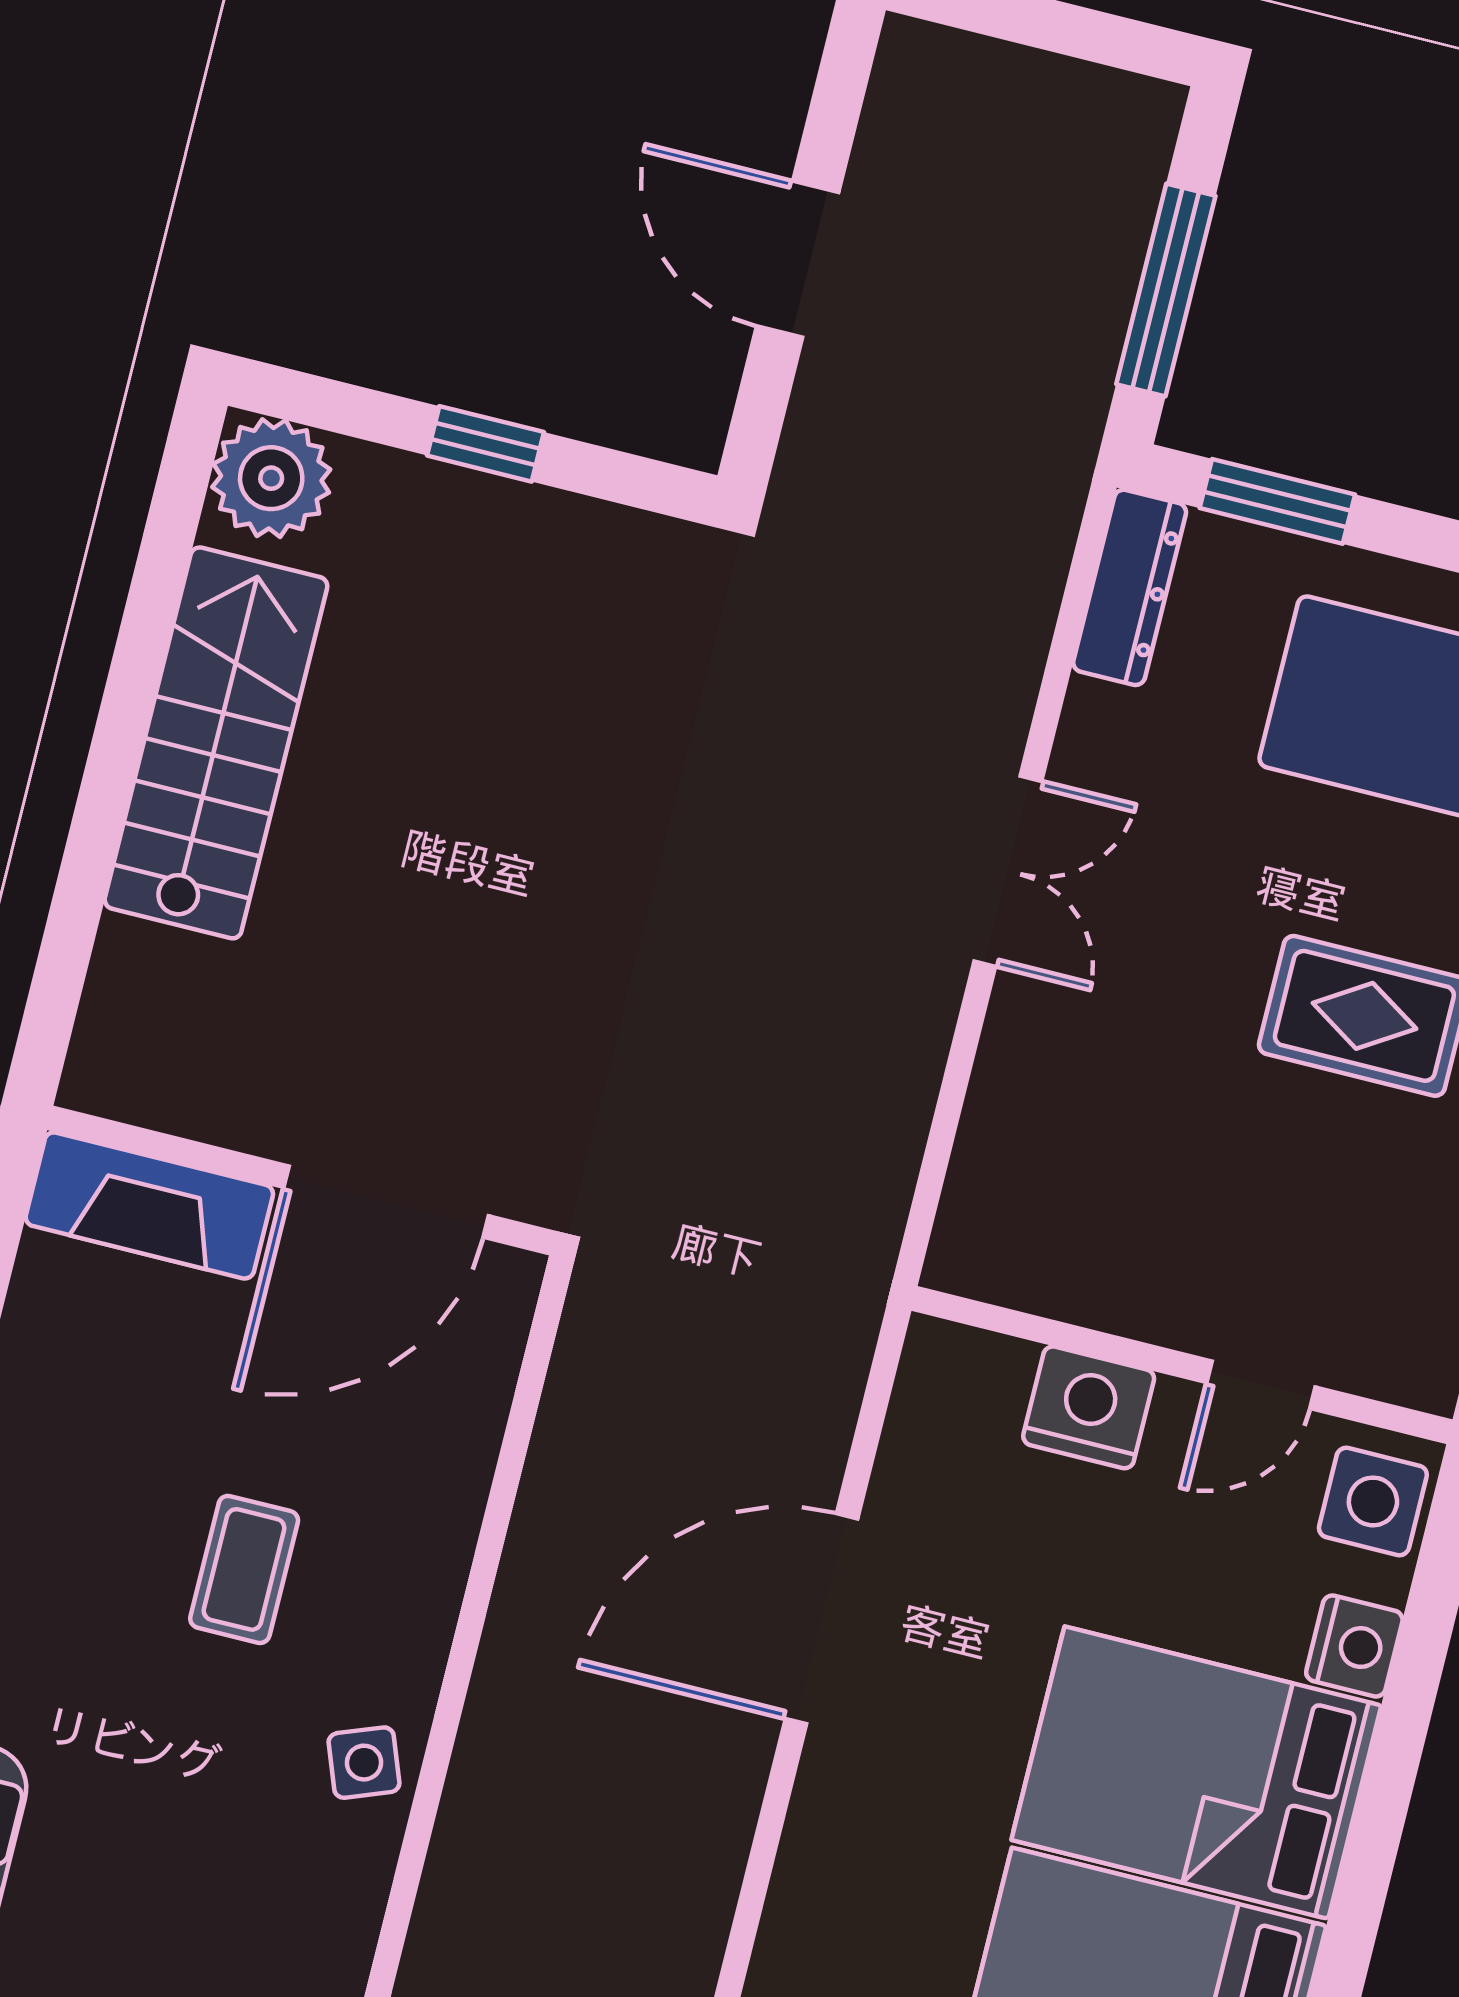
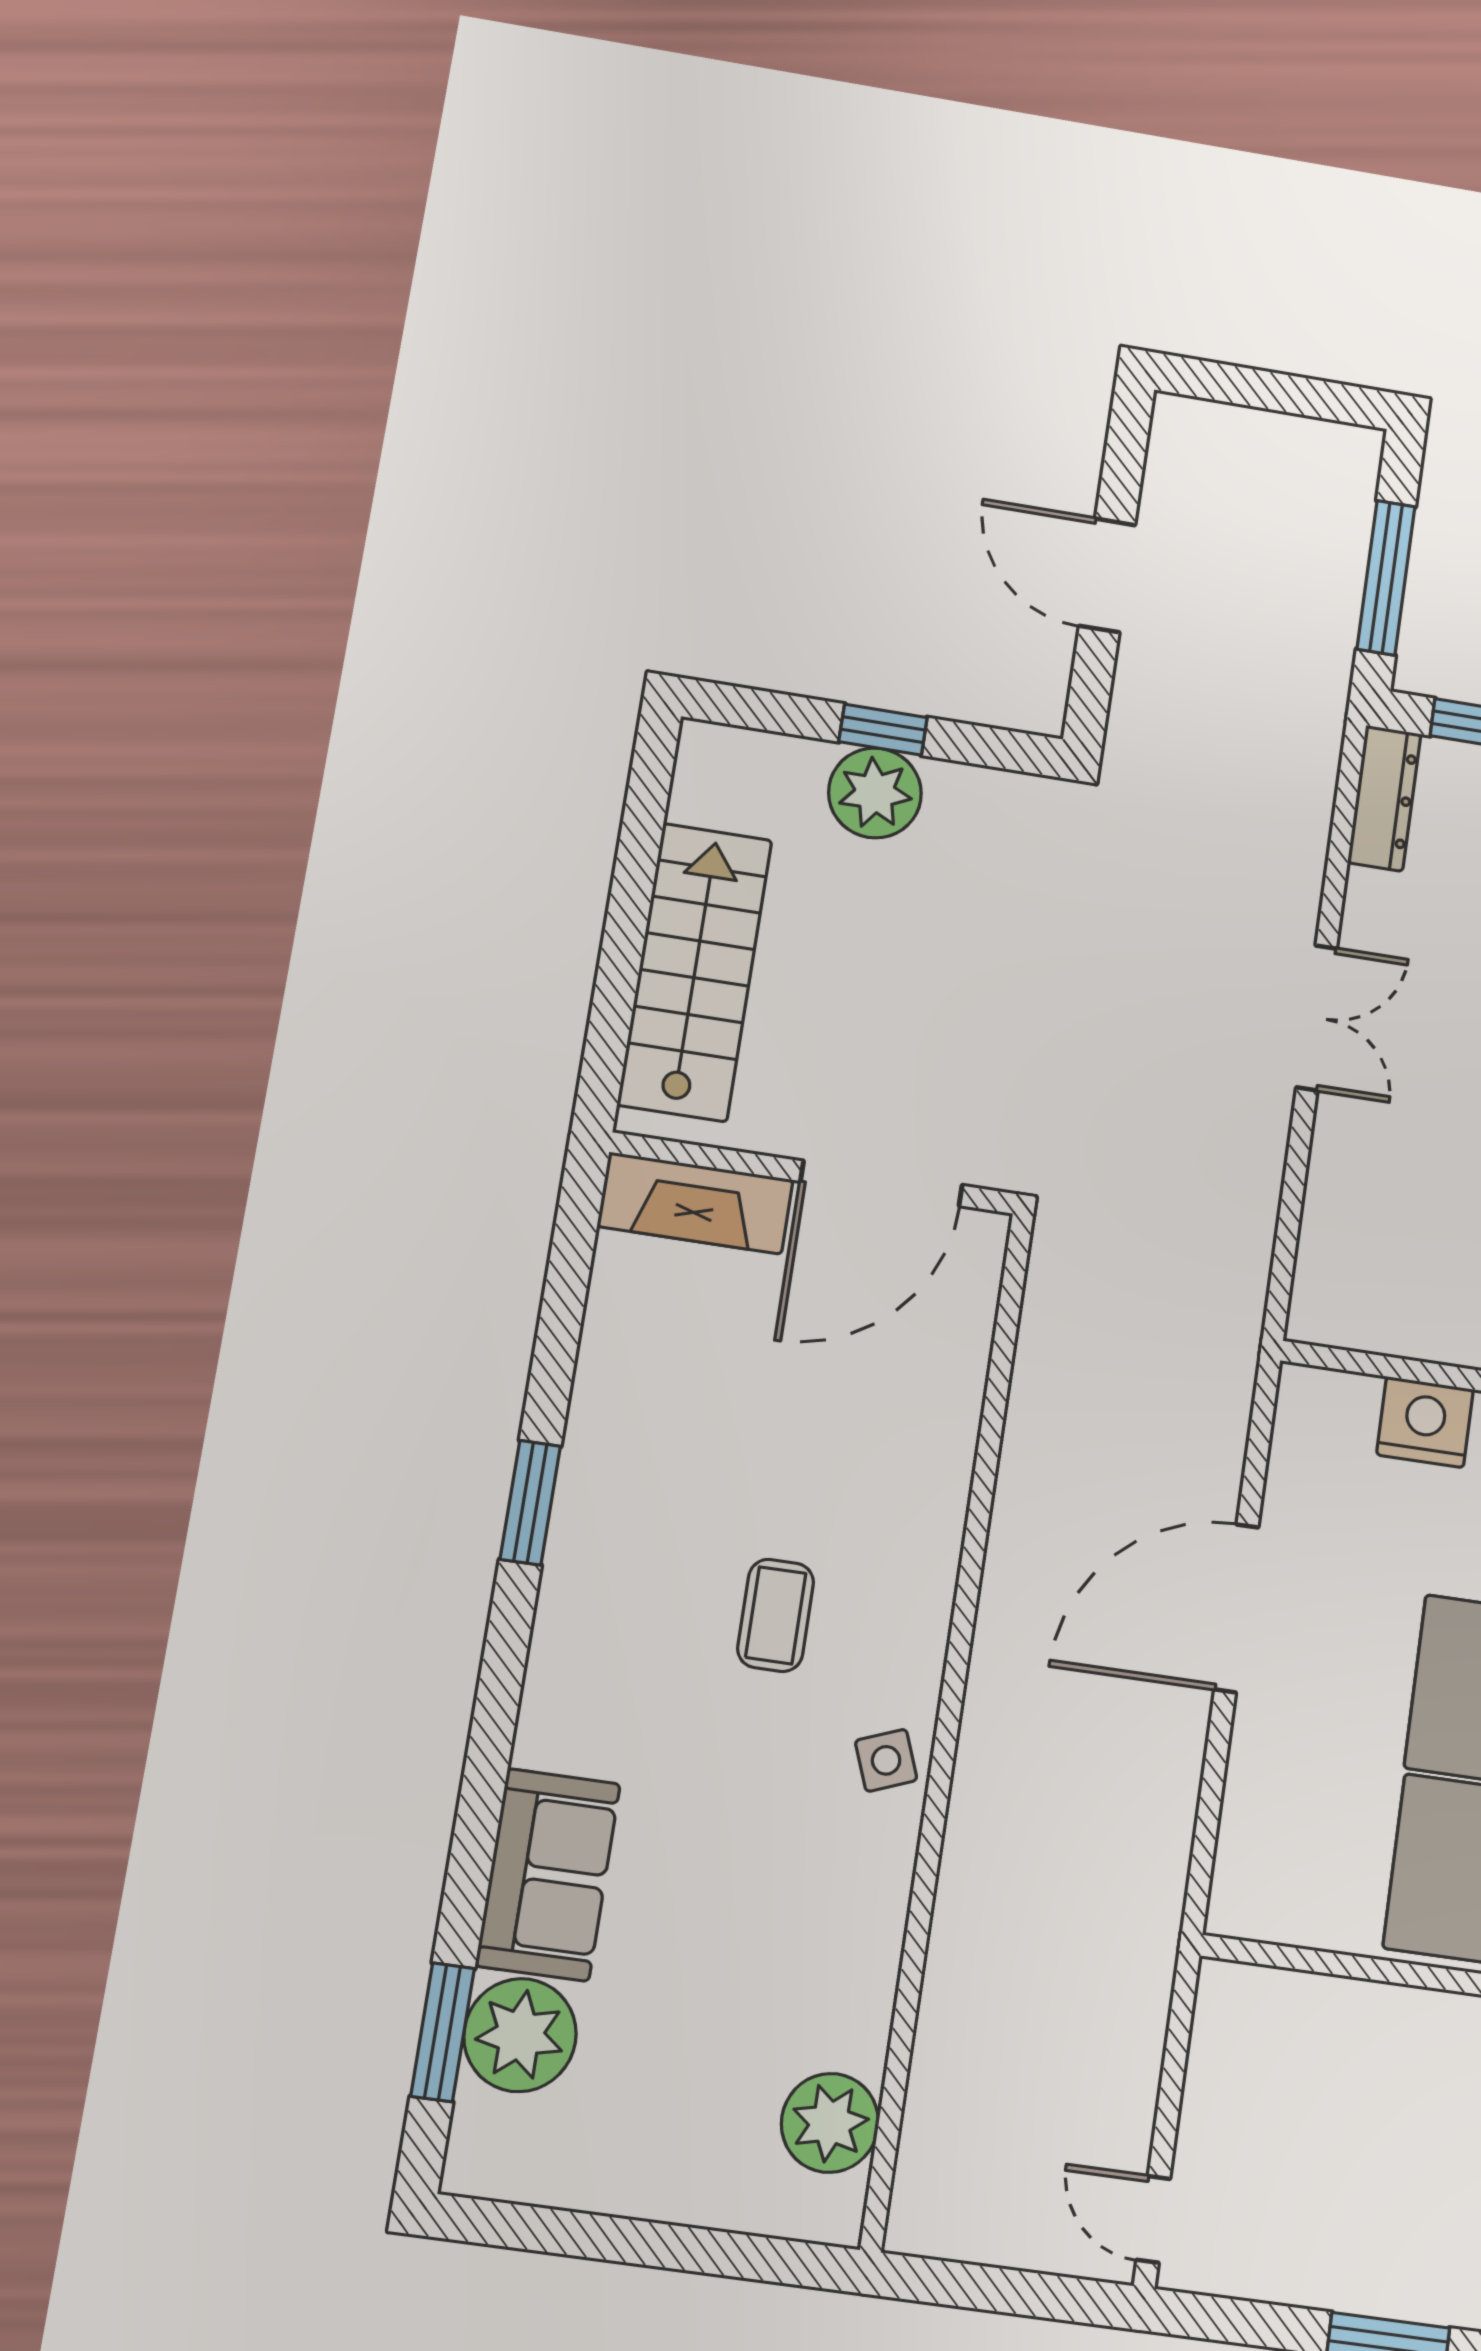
plant: (271, 478) -> (875, 793), moved
wall: (301, 1180) -> (813, 1173), moved
door: (386, 1202) -> (881, 1183), moved
fireplace: (149, 1205) -> (695, 1203), moved

